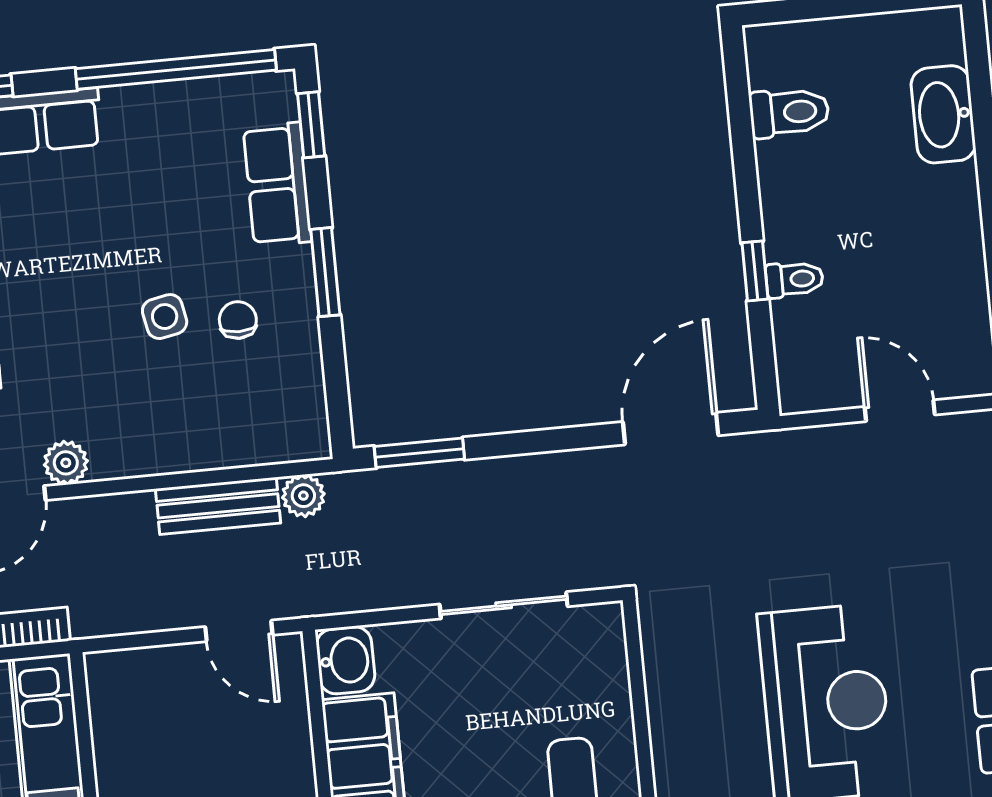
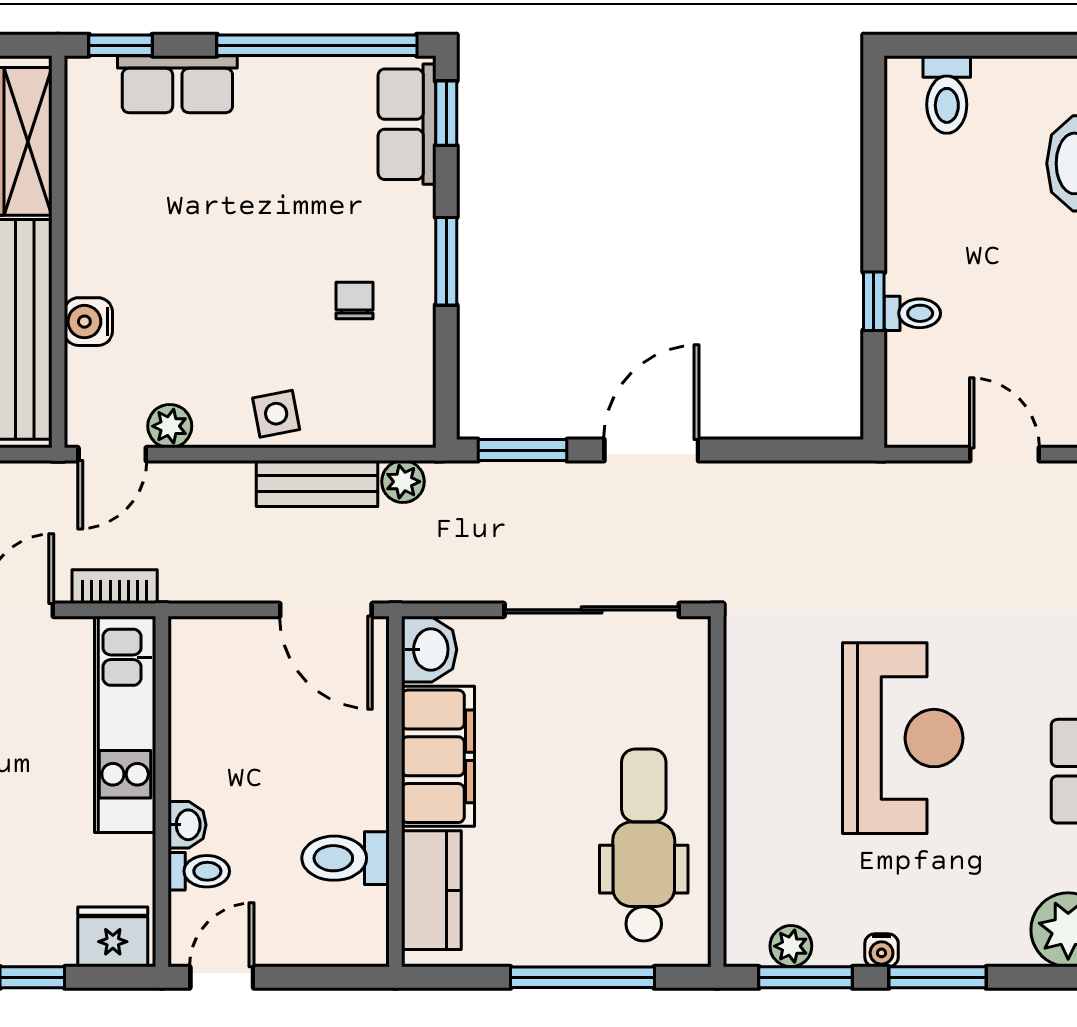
toilet: (789, 112) -> (947, 95), moved, turned 90
row of seats: (277, 184) -> (407, 124), moved
side table: (165, 317) -> (276, 414), moved
door: (671, 429) -> (651, 450), moved
sliding door: (504, 605) -> (592, 610), width x1.37
door: (239, 631) -> (326, 610), width x1.38

